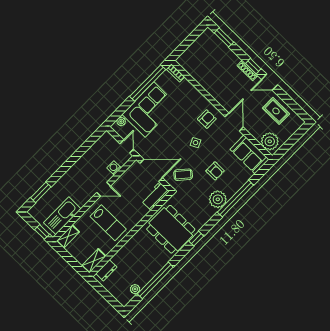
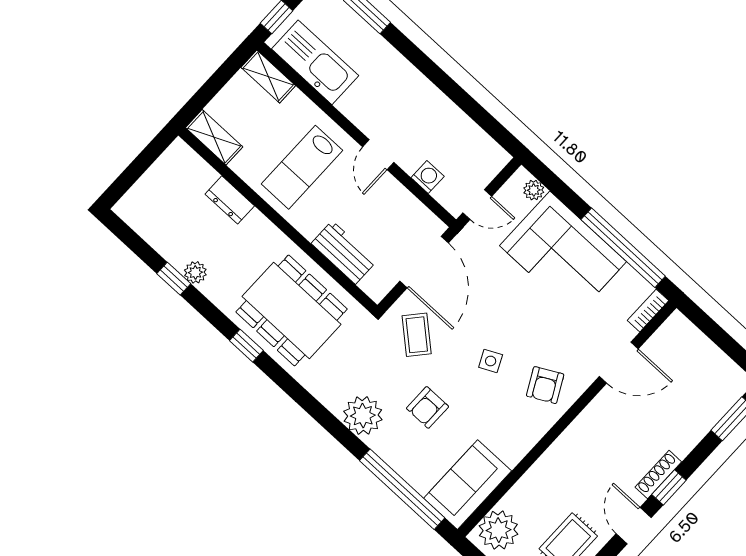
armchair: (207, 119) -> (545, 385), turned 62
door: (234, 122) -> (619, 363), moved
workbench: (155, 196) -> (344, 253), moved
window: (235, 199) -> (402, 489), moved
dining table: (171, 229) -> (292, 310), turned 90
window: (196, 239) -> (246, 346), moved
dresser: (106, 270) -> (230, 200), moved
window: (155, 280) -> (174, 279), width x0.32
plant: (135, 289) -> (195, 272), moved

